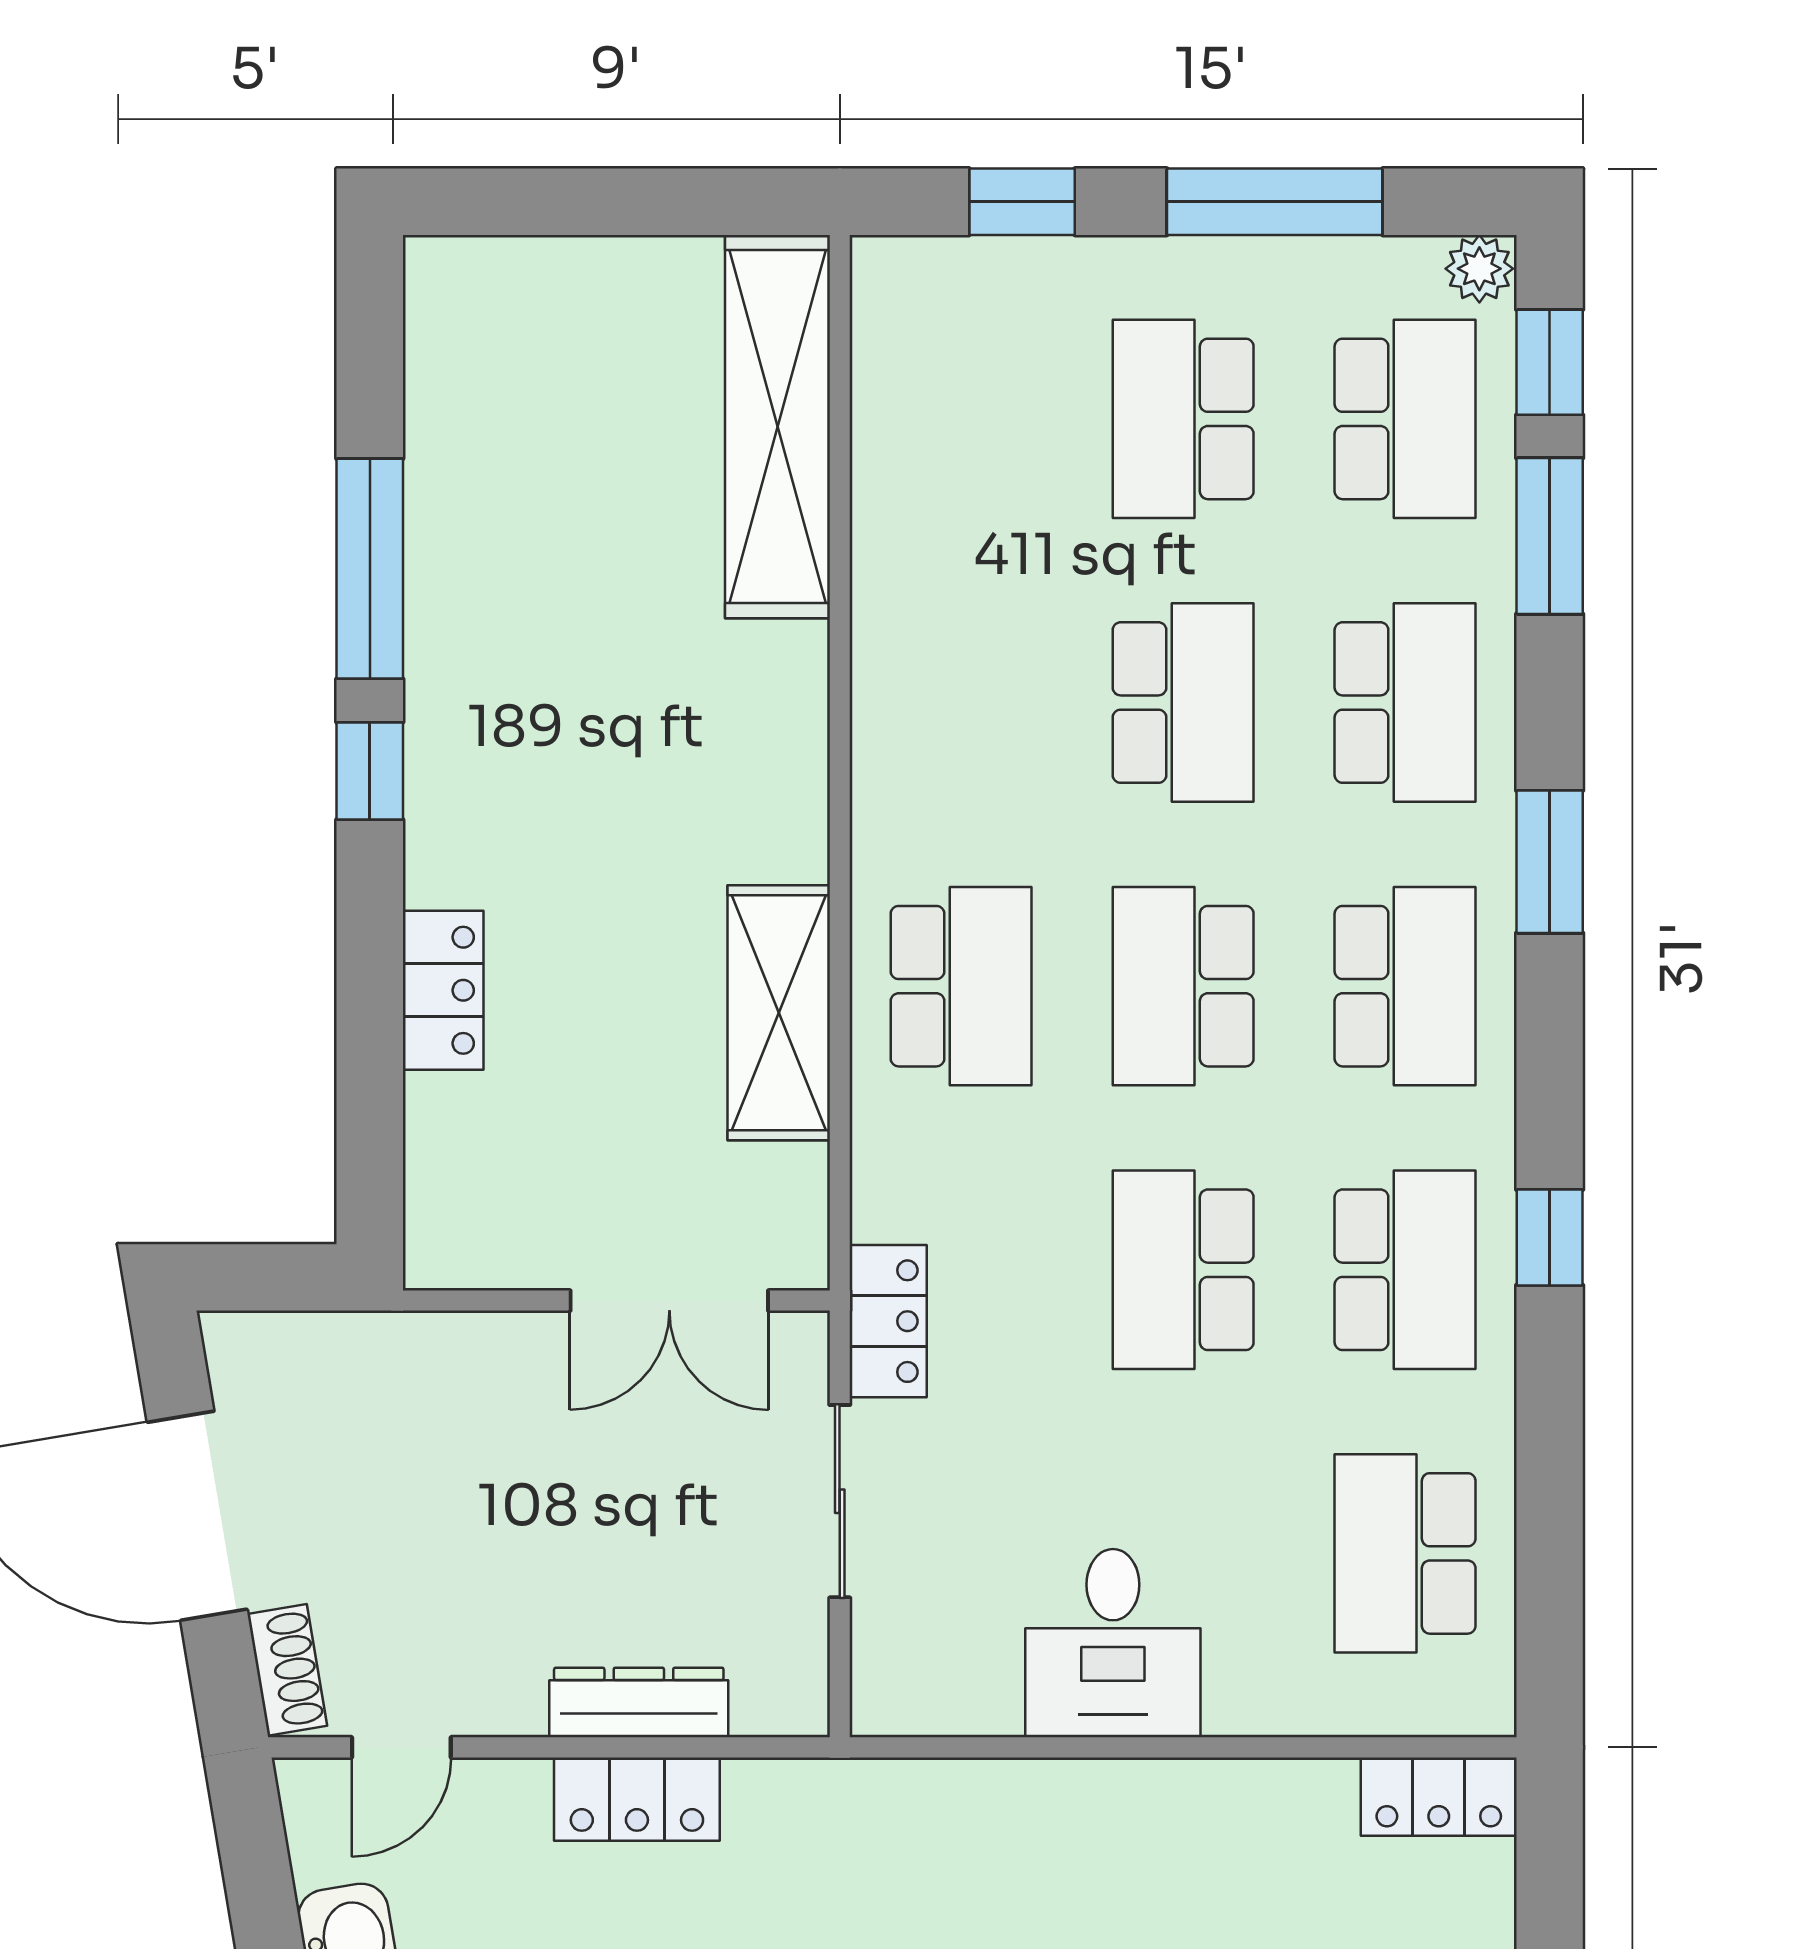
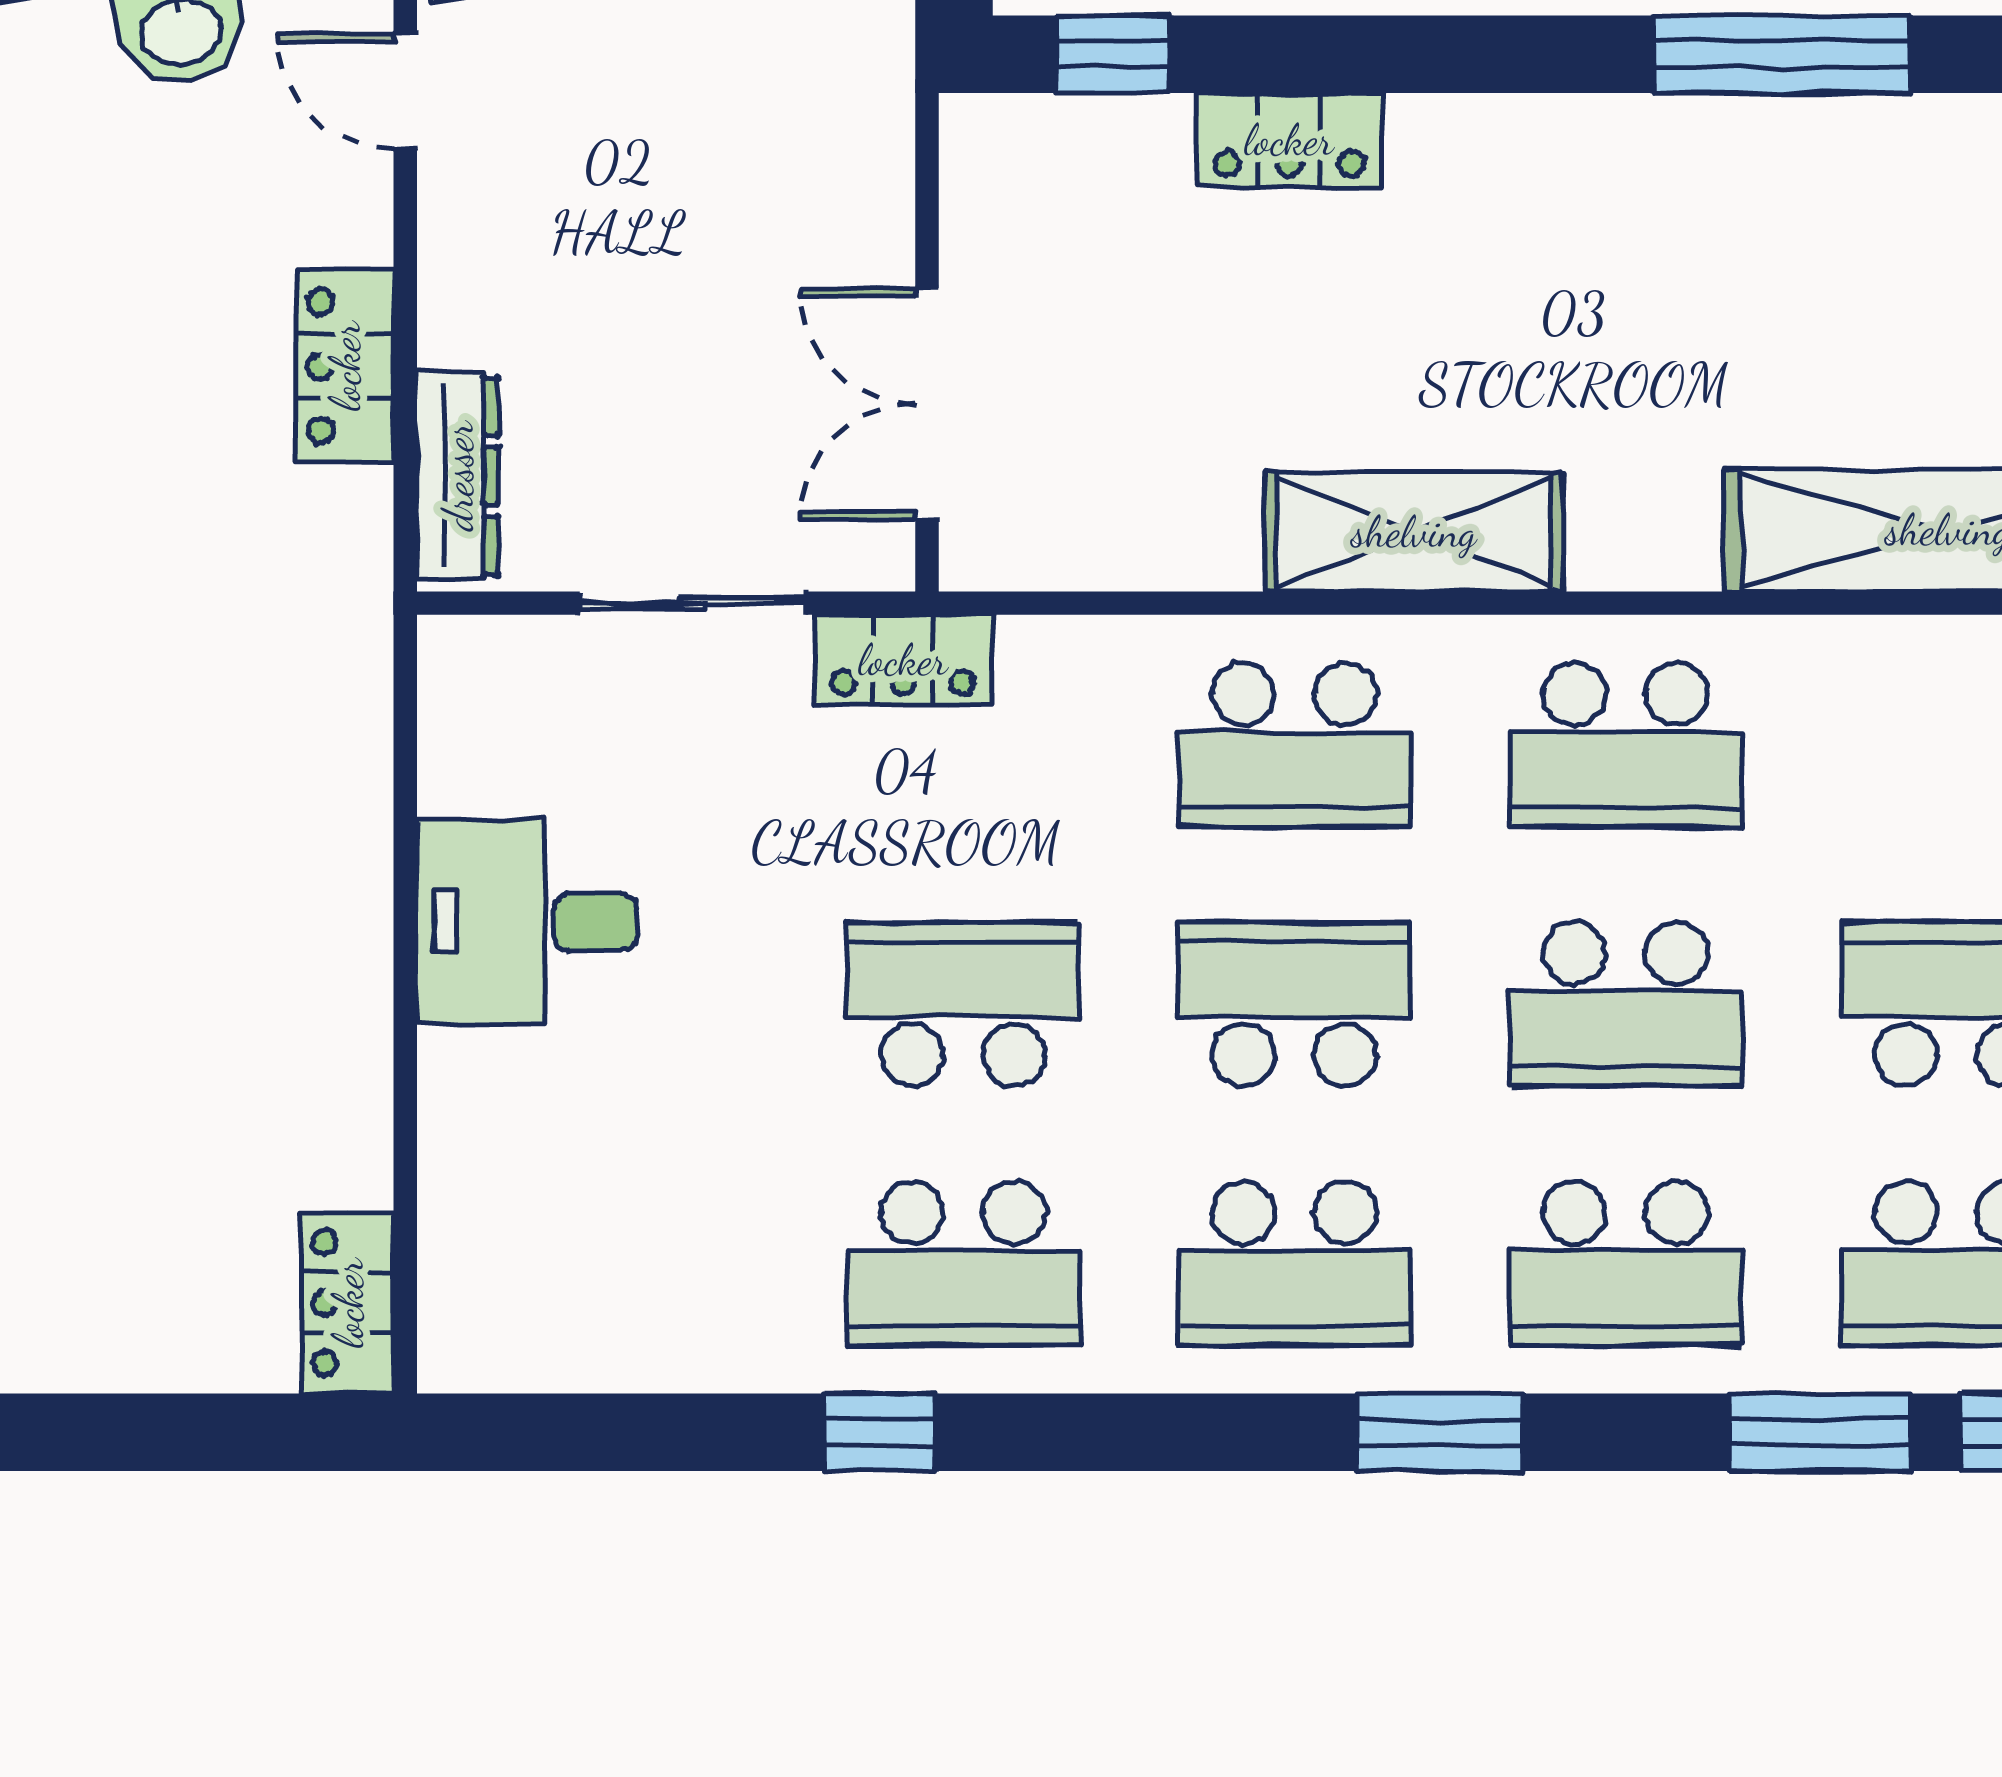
window: (370, 771) -> (1113, 54), moved
shelving: (779, 1013) -> (1414, 532), moved
window: (1550, 1237) -> (881, 1432), moved
school desk: (1405, 1553) -> (1625, 745), moved, turned 180
dresser: (639, 1702) -> (458, 476), moved

